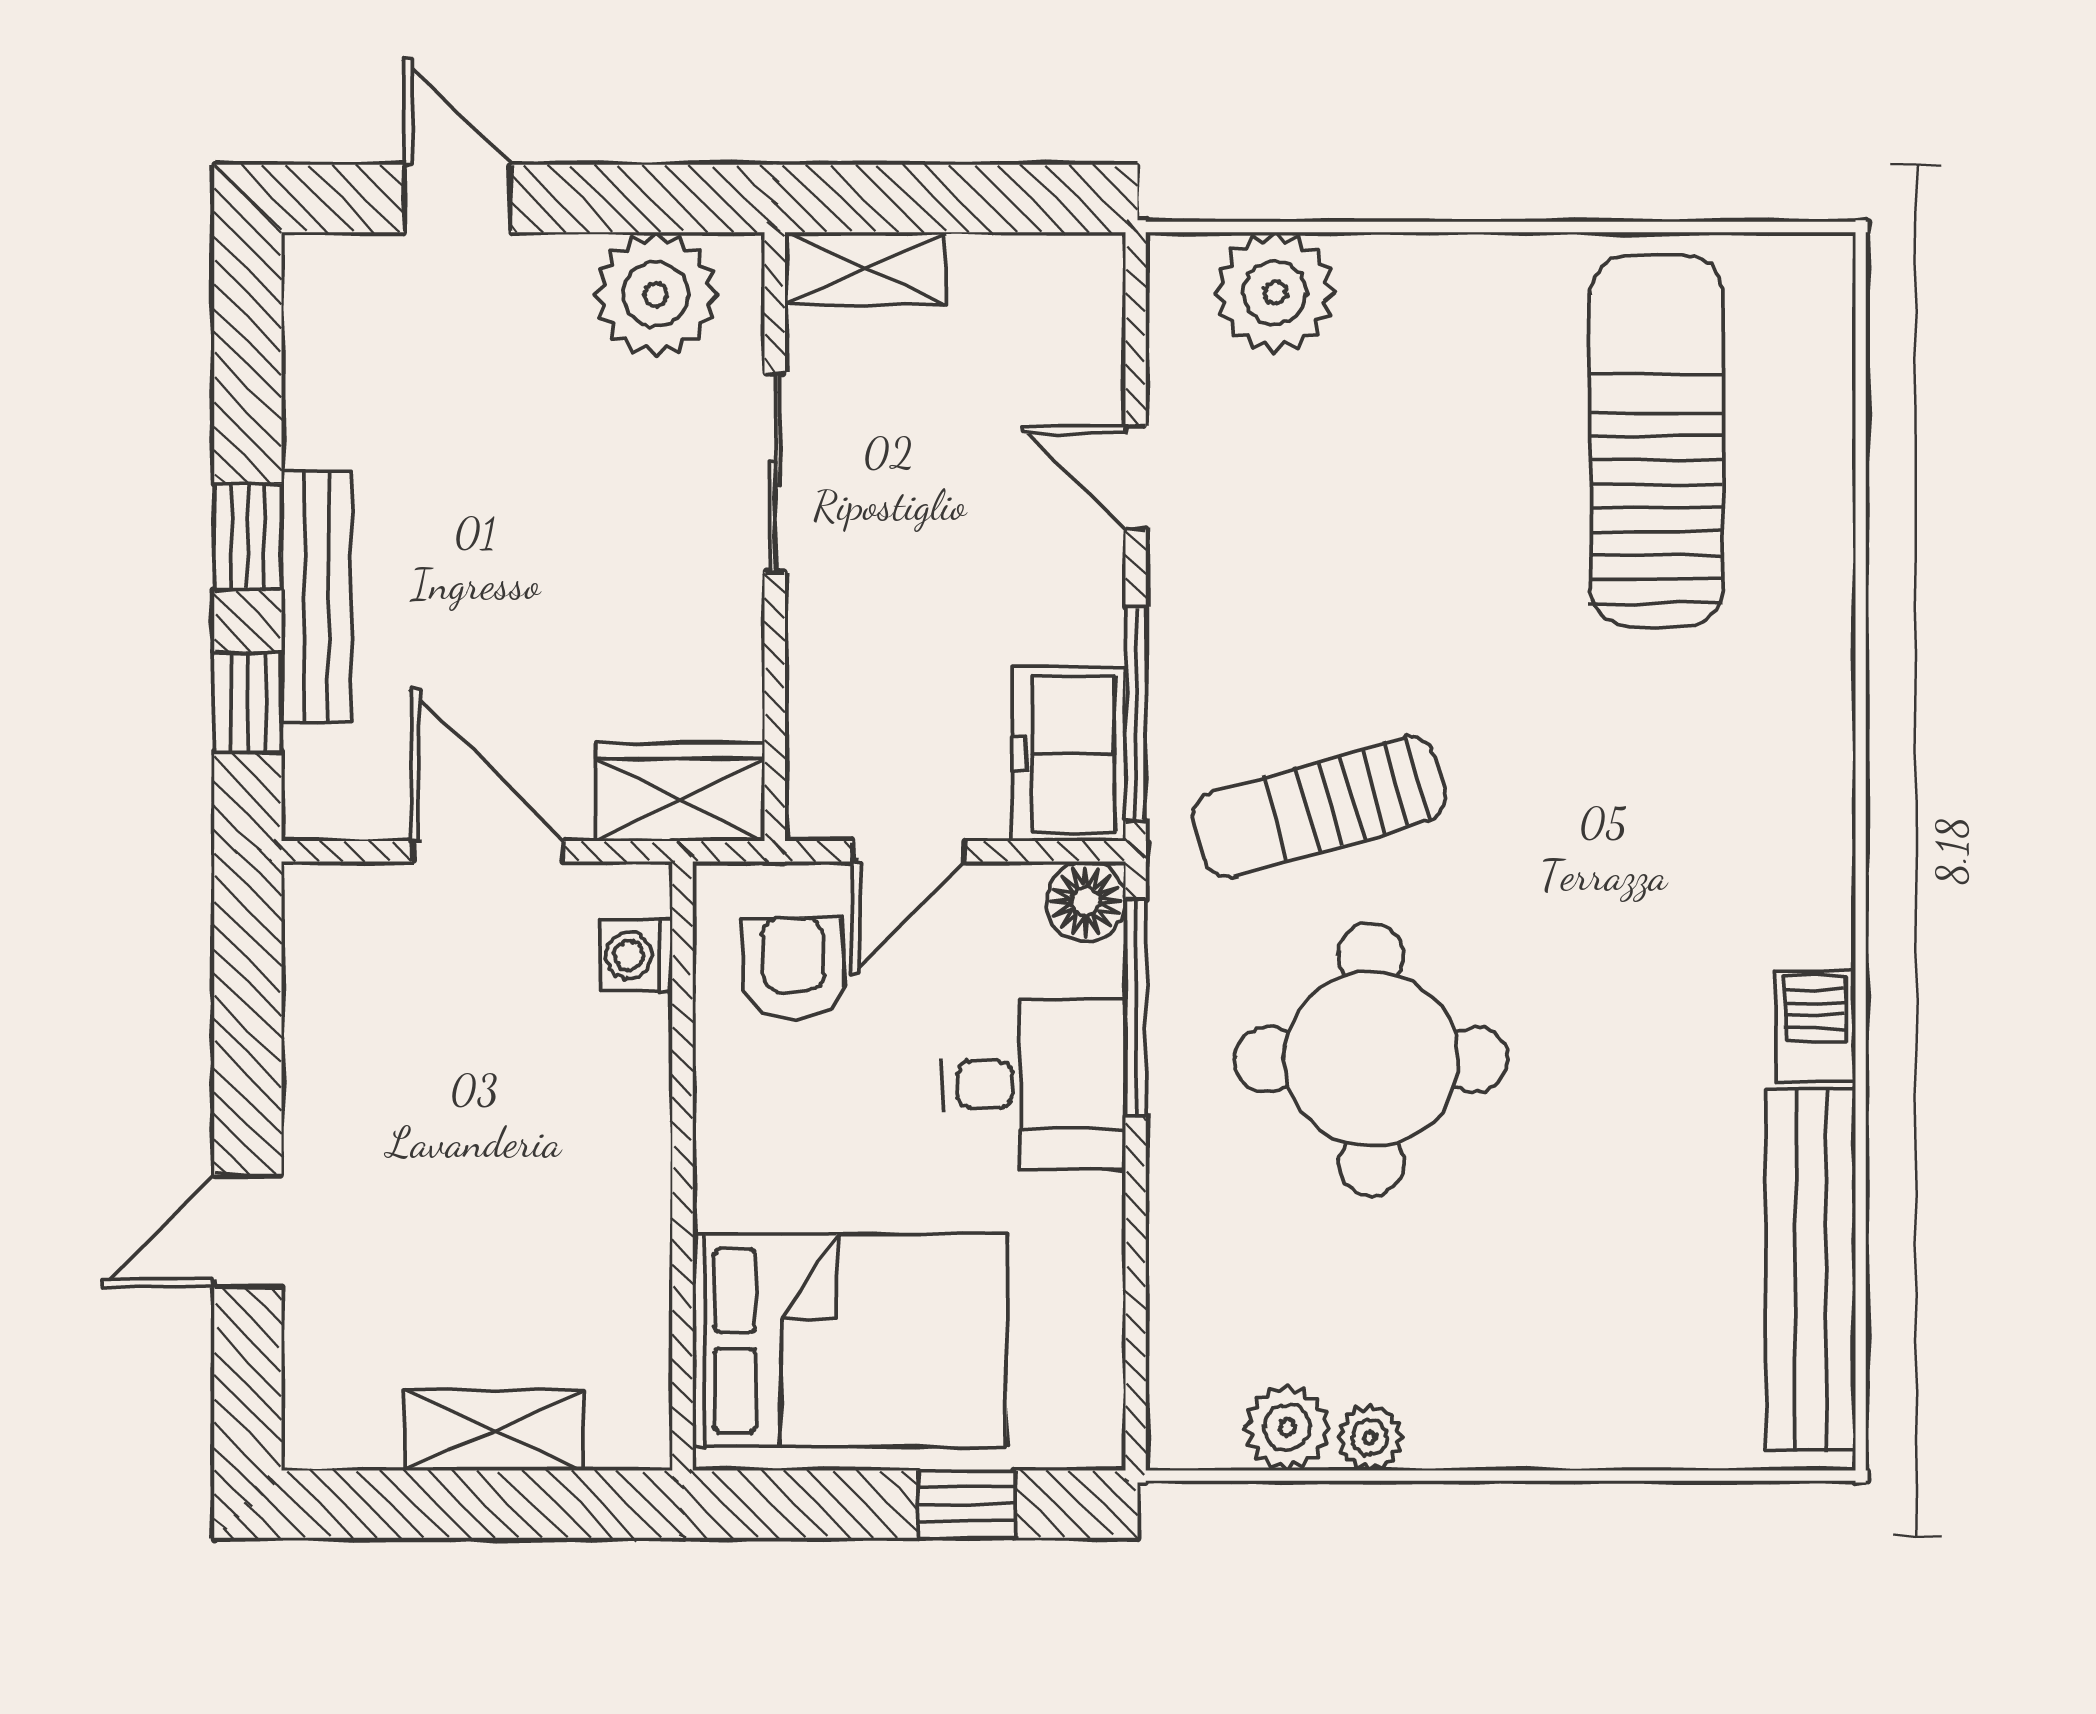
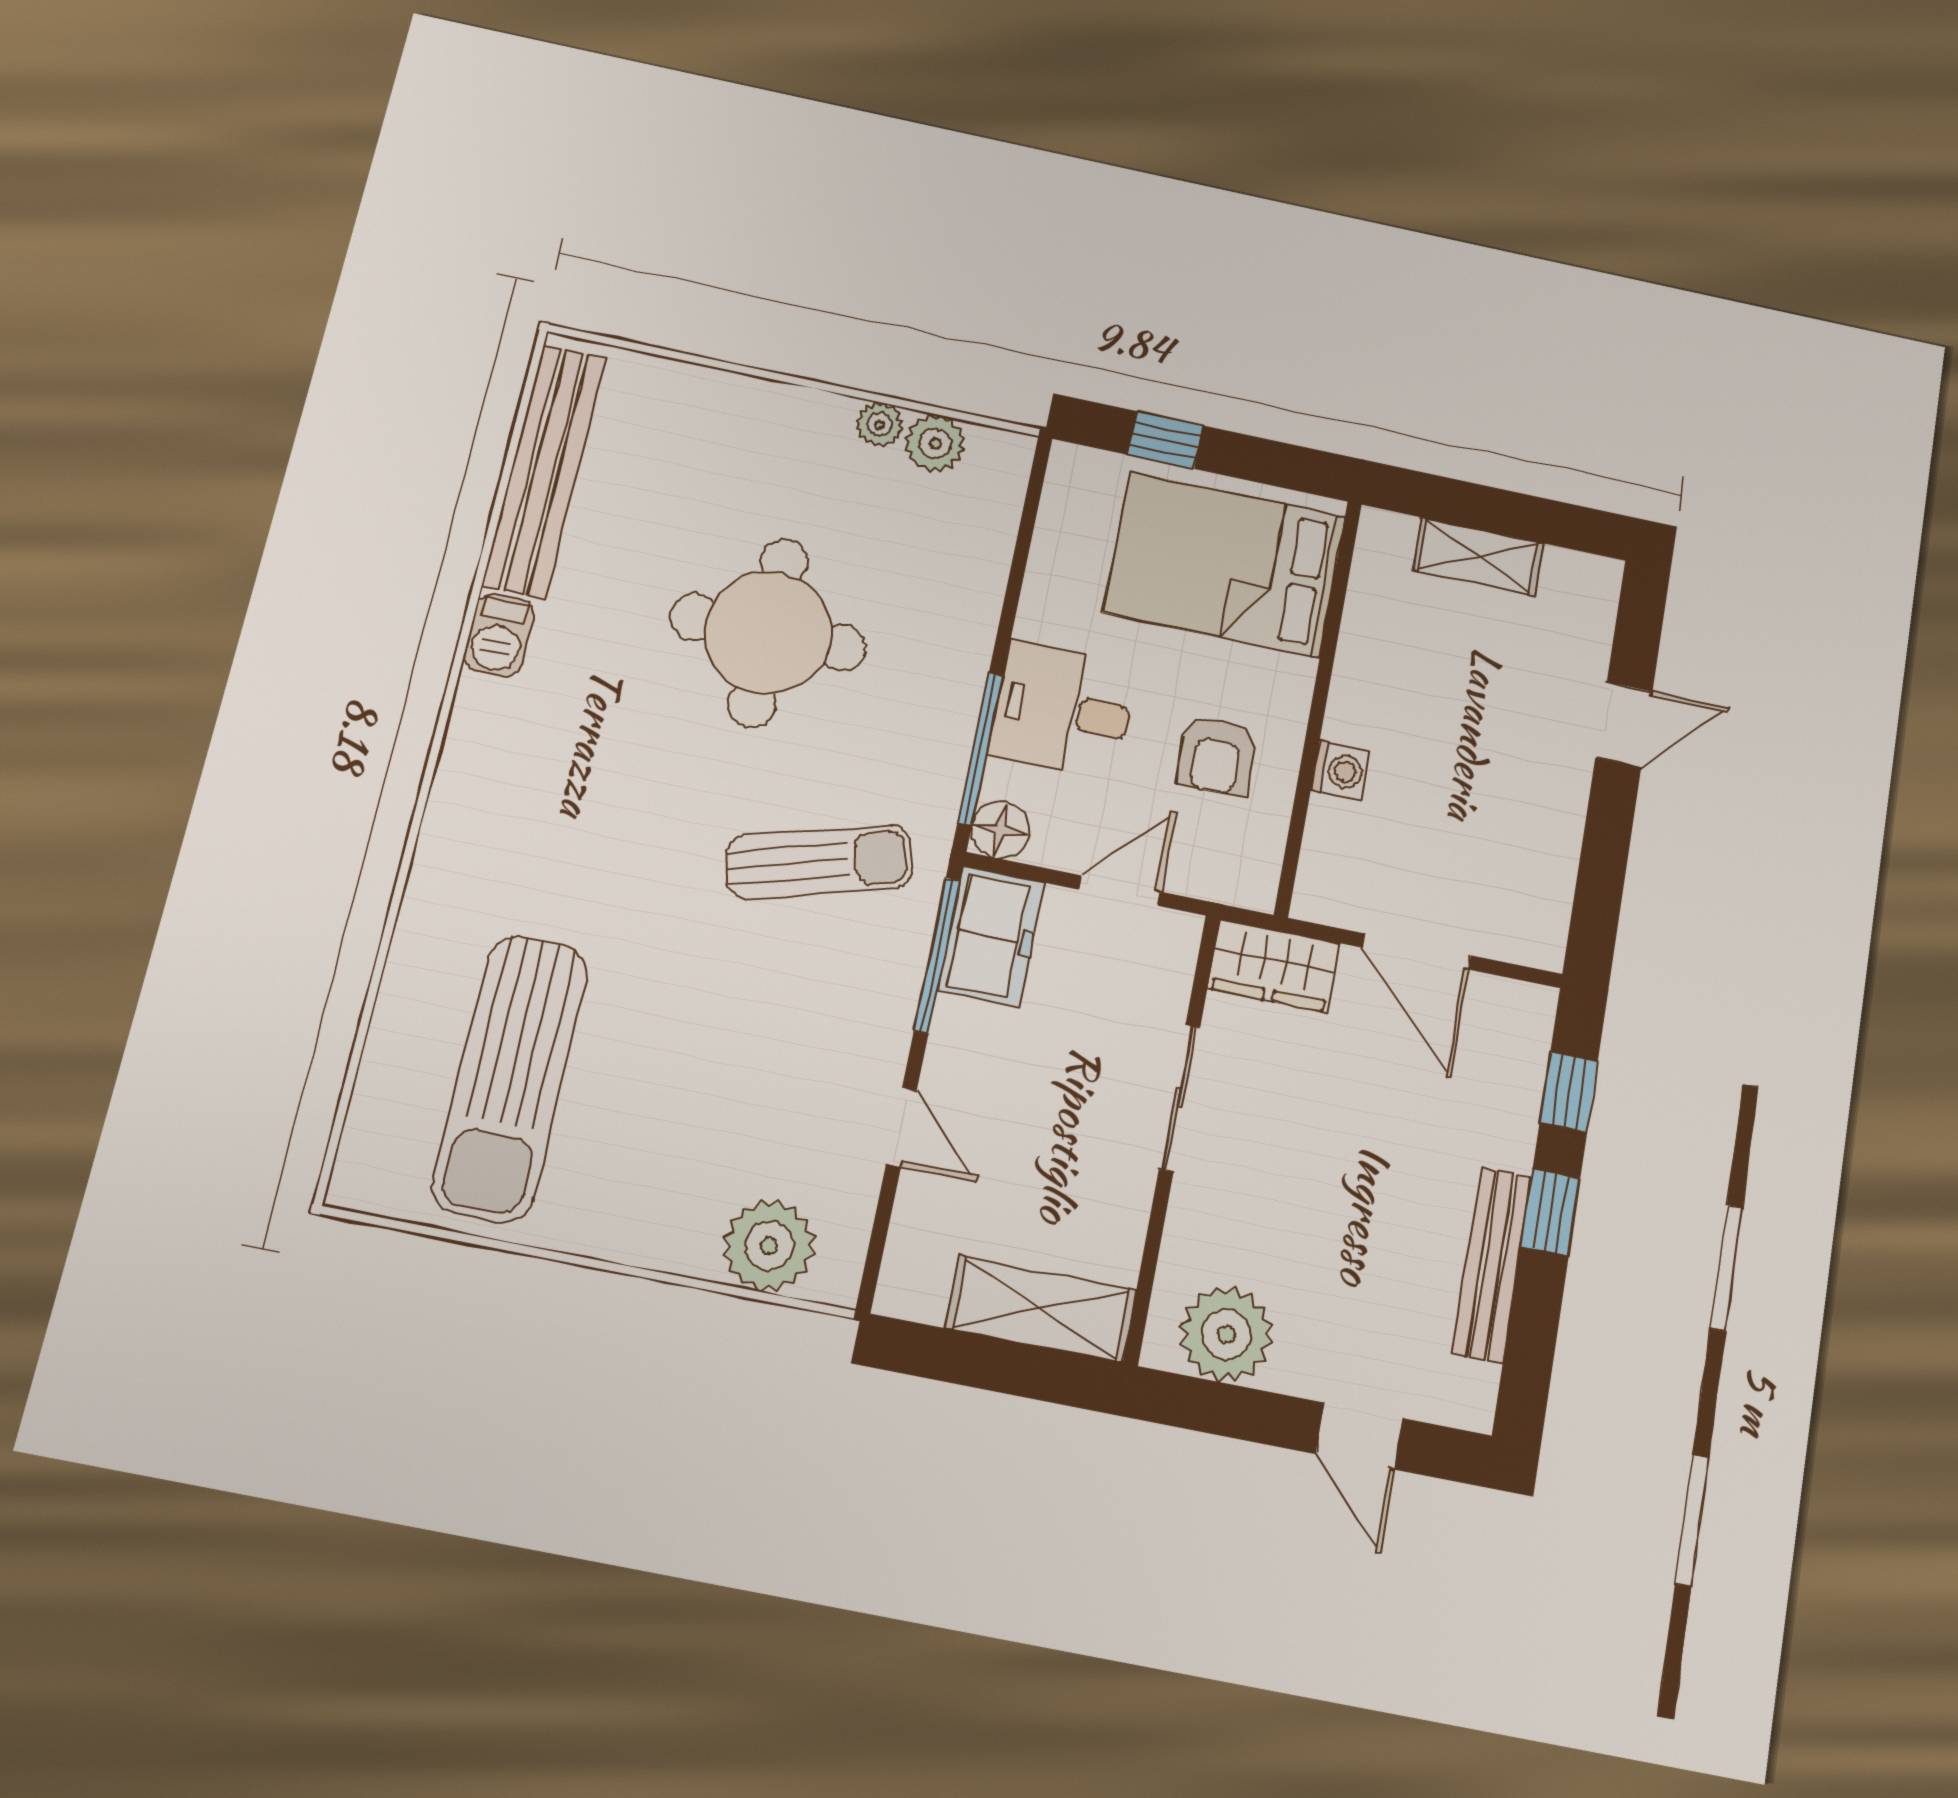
shelving: (865, 268) -> (1041, 1309), width x1.50, depth x1.33
sliding door: (775, 473) -> (1180, 1098), moved
bench: (316, 597) -> (1492, 1265), moved
washing machine: (636, 955) -> (1340, 771), moved
armchair: (794, 969) -> (1217, 756), moved
round table: (1371, 1059) -> (768, 632), moved

